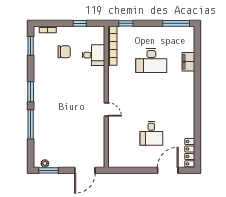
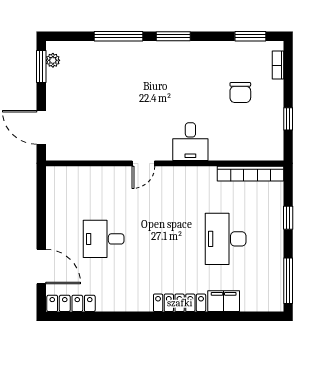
window: (126, 23) -> (288, 218), moved
desk: (93, 55) -> (190, 142), moved
locker: (189, 88) -> (180, 303), added

